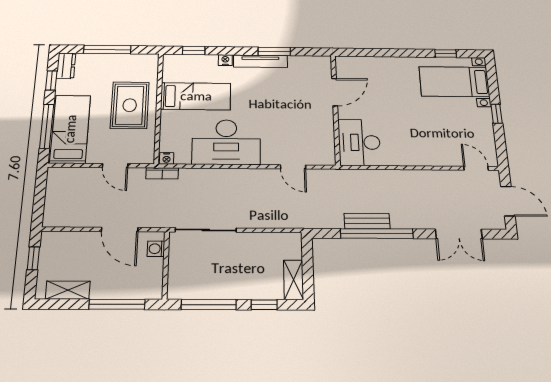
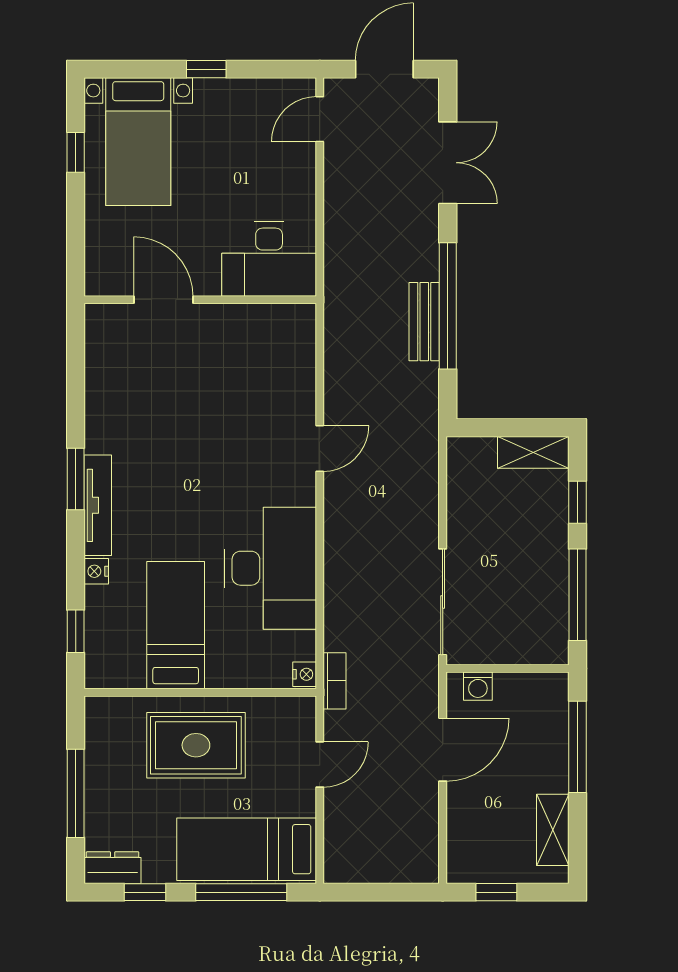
door: (335, 92) -> (163, 300), moved
wall: (335, 109) -> (200, 300), moved
desk: (359, 142) -> (269, 259), moved

